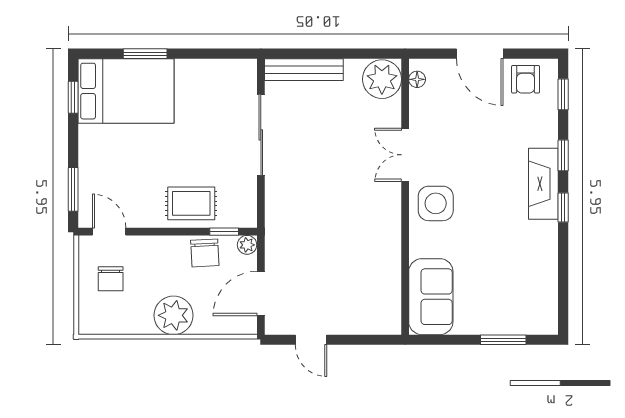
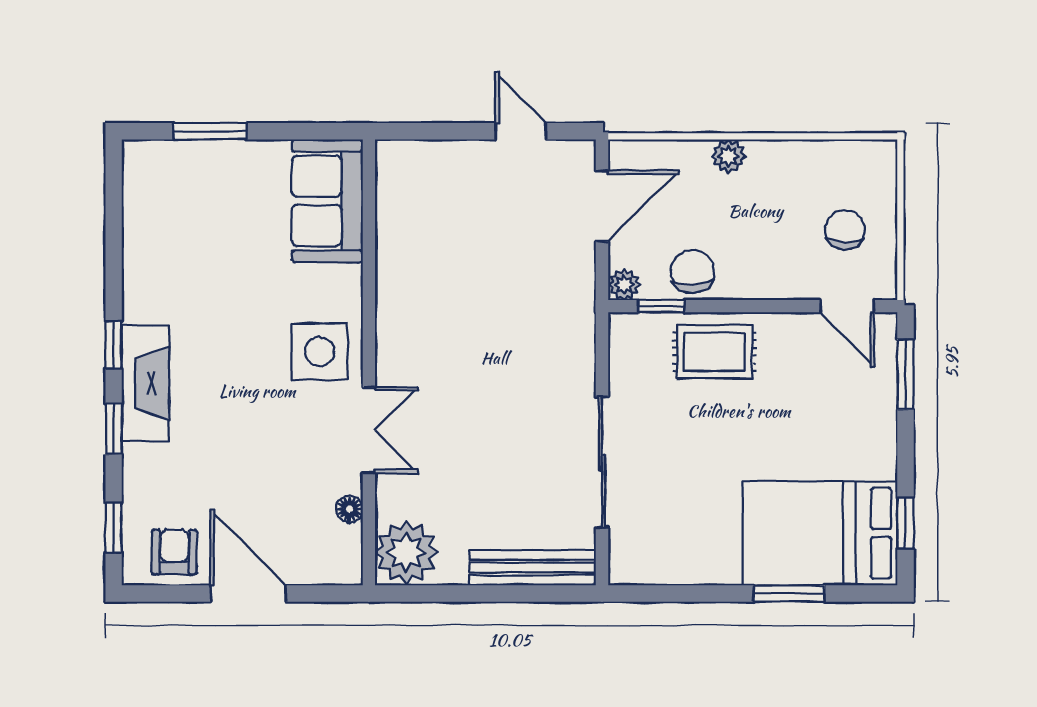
floor lamp: (417, 79) -> (349, 509), moved
plant: (174, 315) -> (728, 156), width x0.53, depth x0.53

